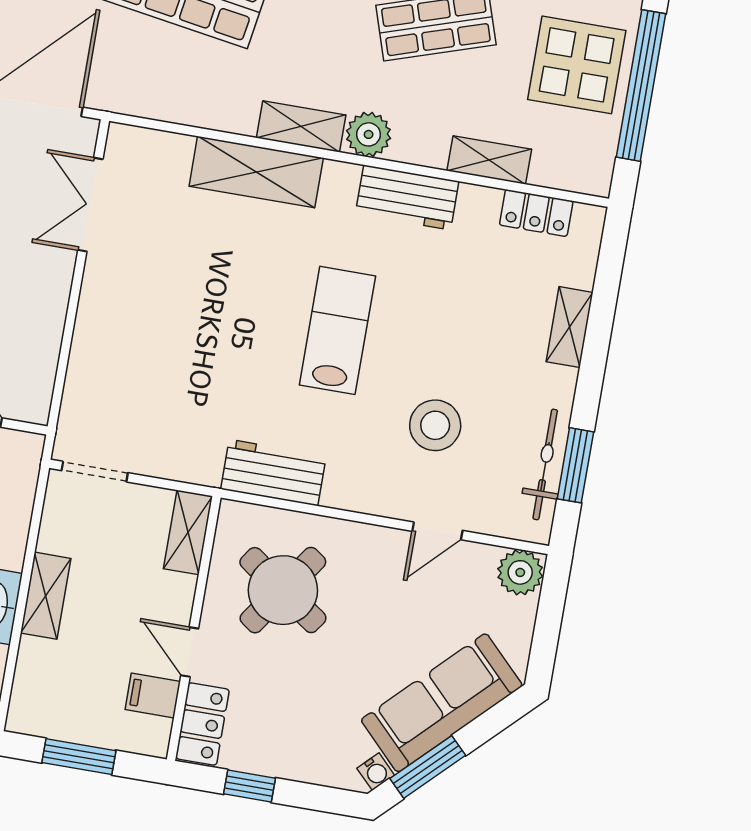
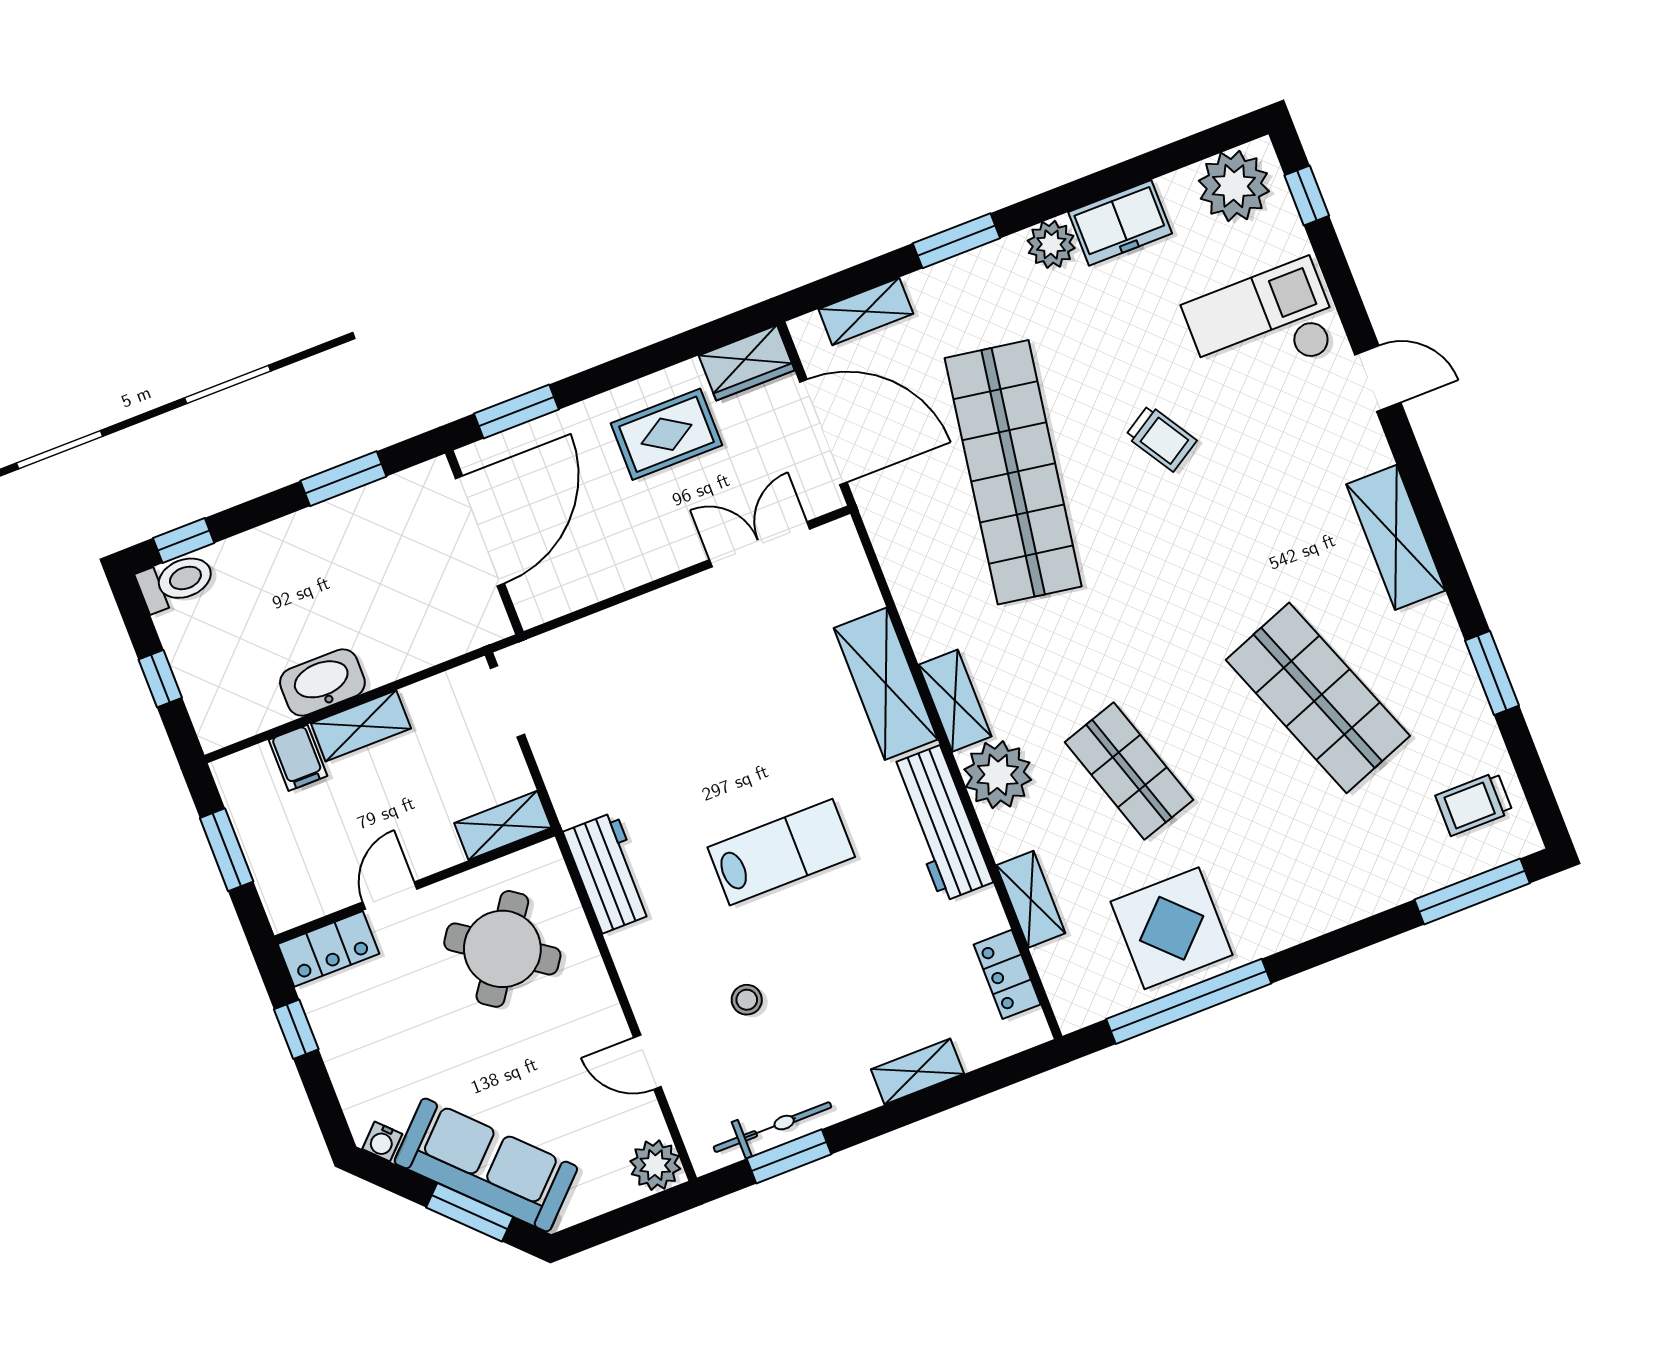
plant: (369, 134) -> (998, 775), width x1.36, depth x1.36
workbench: (407, 197) -> (941, 824), width x1.37
stool: (435, 425) -> (747, 1000), width x0.53, depth x0.53
filing cabinet: (153, 695) -> (298, 758), moved, turned 180
window: (428, 767) -> (470, 1212), moved

